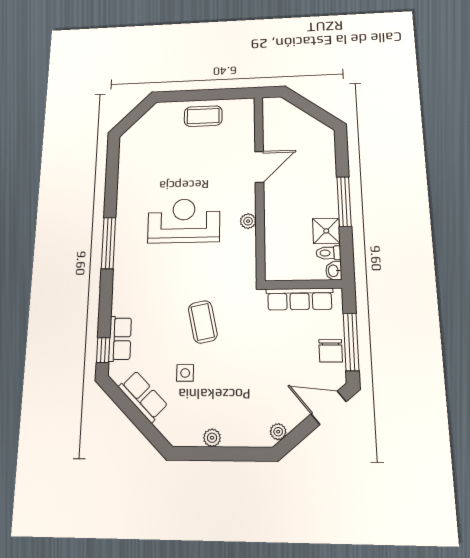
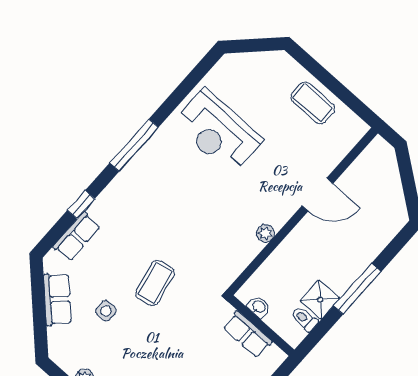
reception desk: (184, 221) -> (218, 132), moved, turned 180
washbasin: (334, 271) -> (259, 307), moved, turned 90
row of seats: (300, 299) -> (247, 334), width x0.68
window: (103, 350) -> (81, 205), moved

